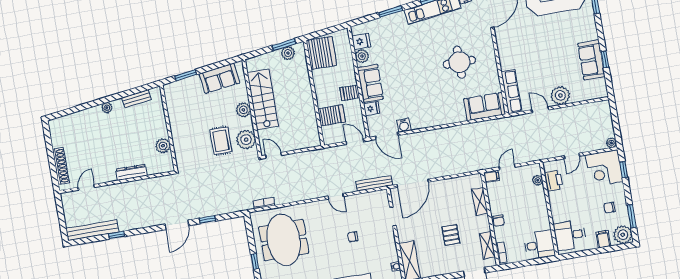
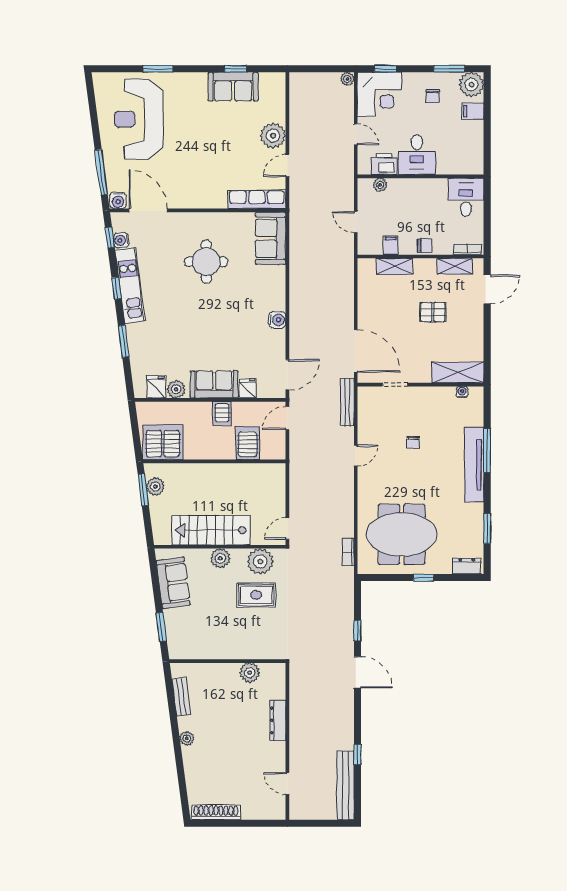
water cooler: (404, 125) -> (277, 320), moved
shoe rack: (61, 166) -> (216, 812), moved
filing cabinet: (491, 176) -> (390, 245), moved
desk: (570, 235) -> (417, 155), moved

